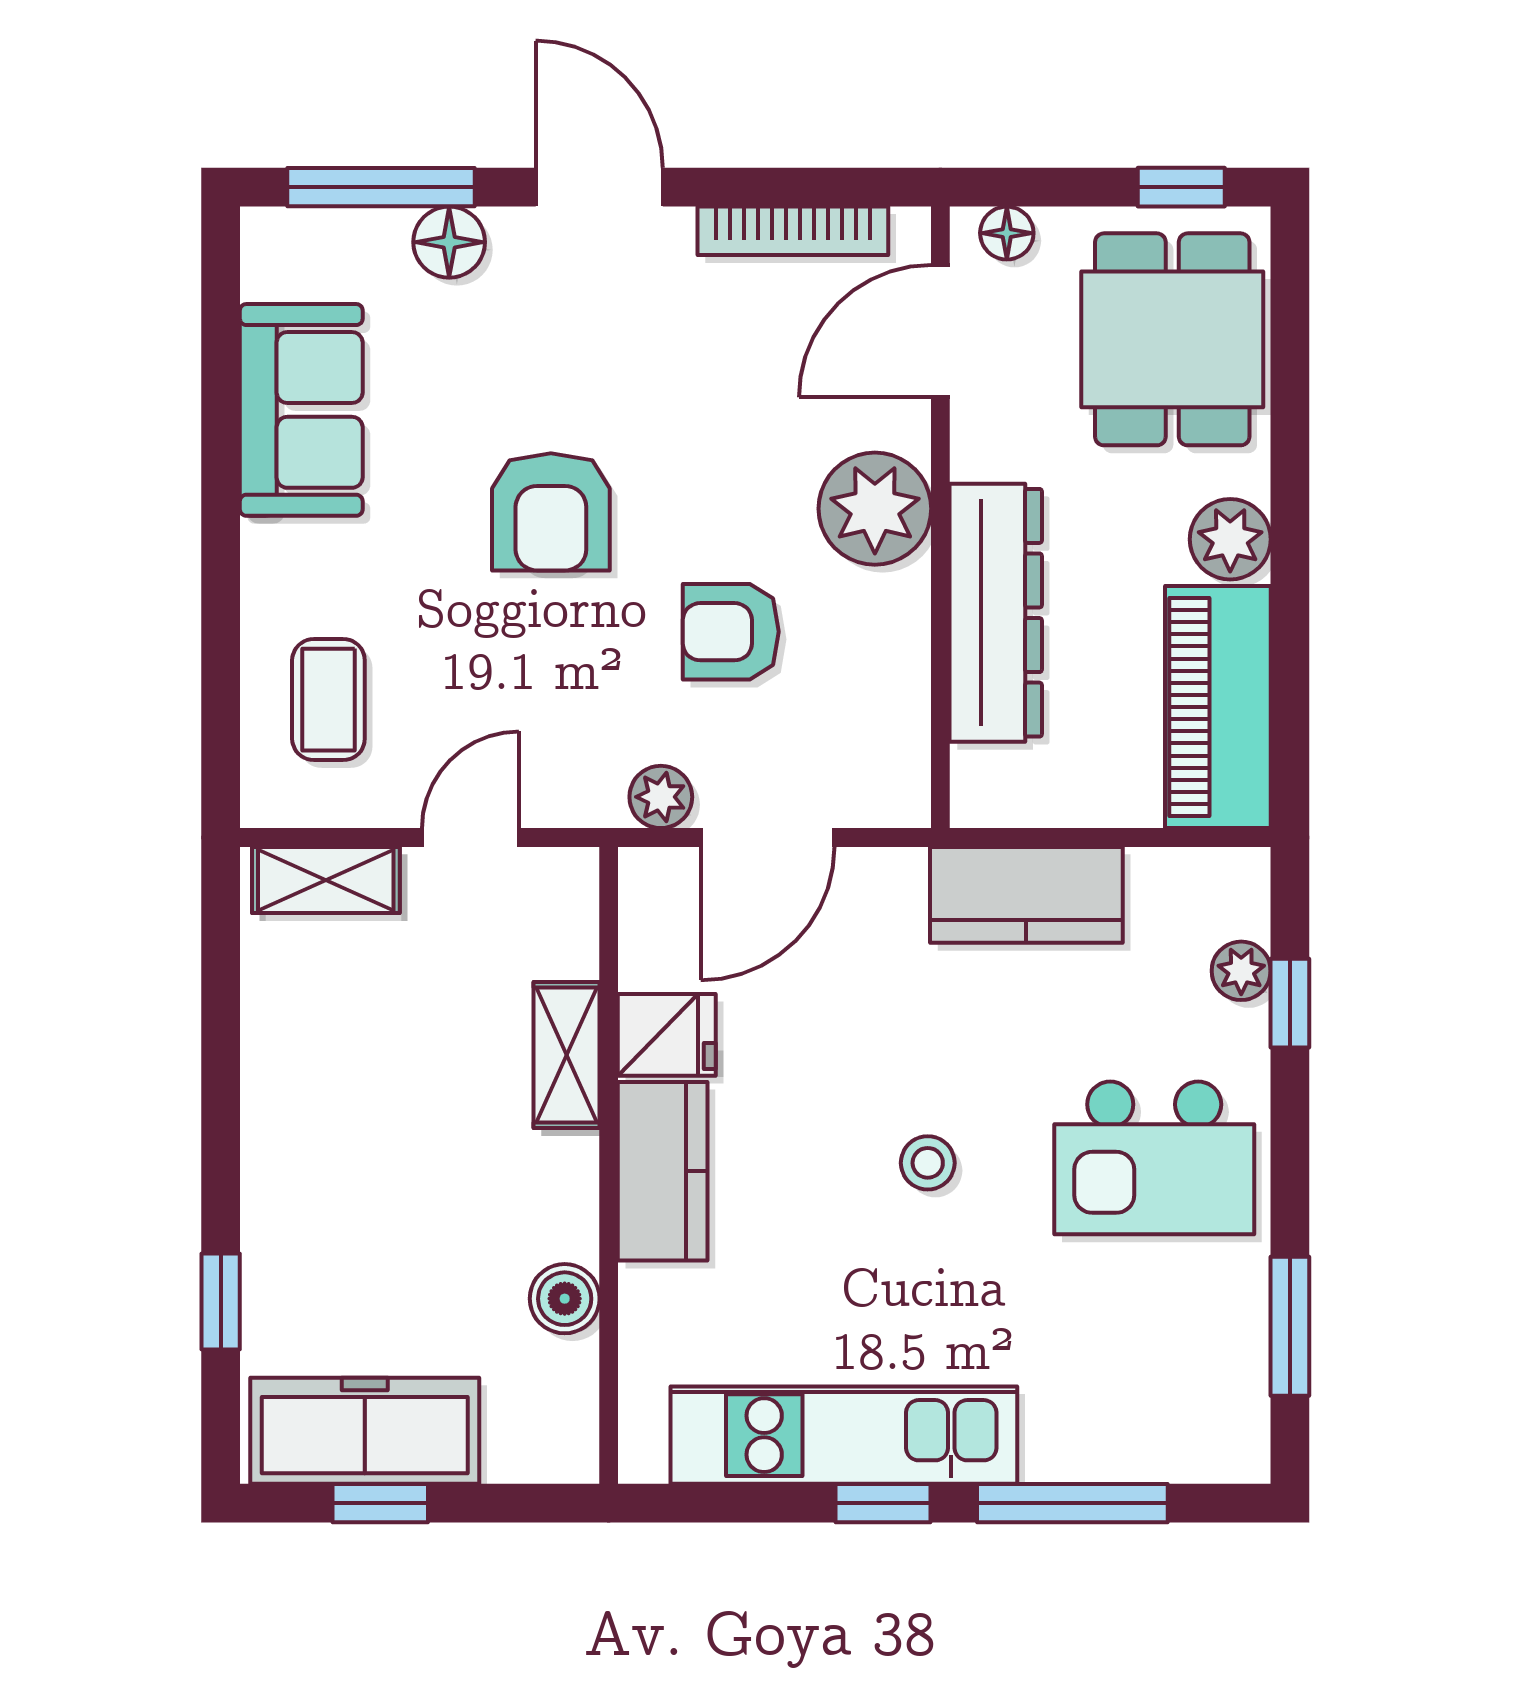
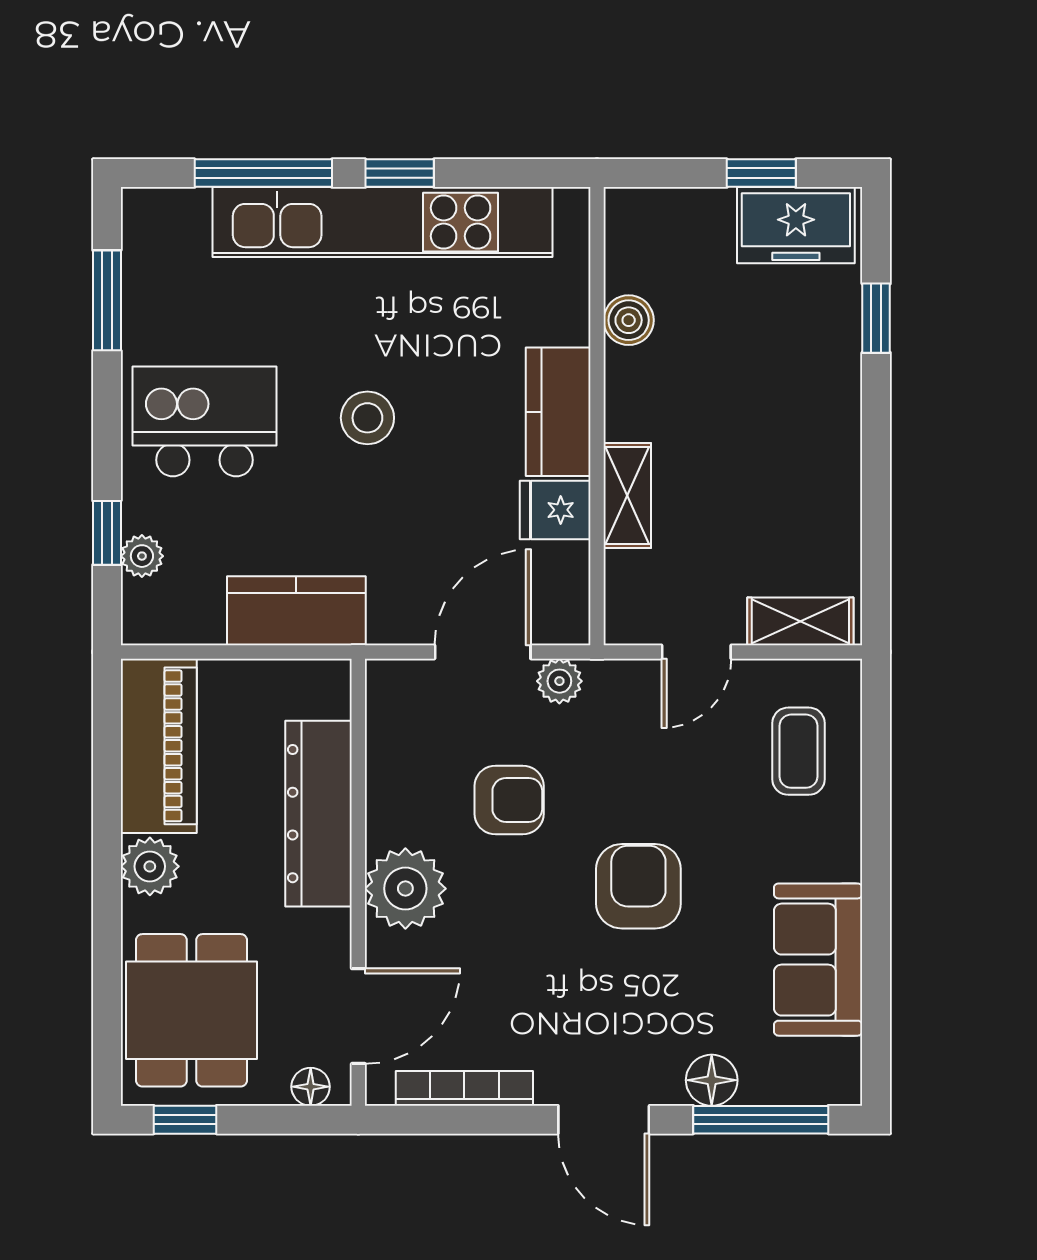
stool: (928, 1163) -> (367, 418), width x1.37, depth x1.37
freezer: (365, 1431) -> (796, 225), width x0.71
kitchen unit: (844, 1435) -> (382, 222), width x1.36

